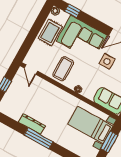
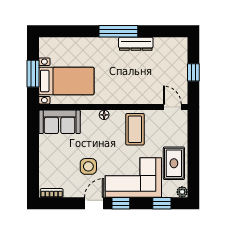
window: (99, 26) -> (121, 203), added

